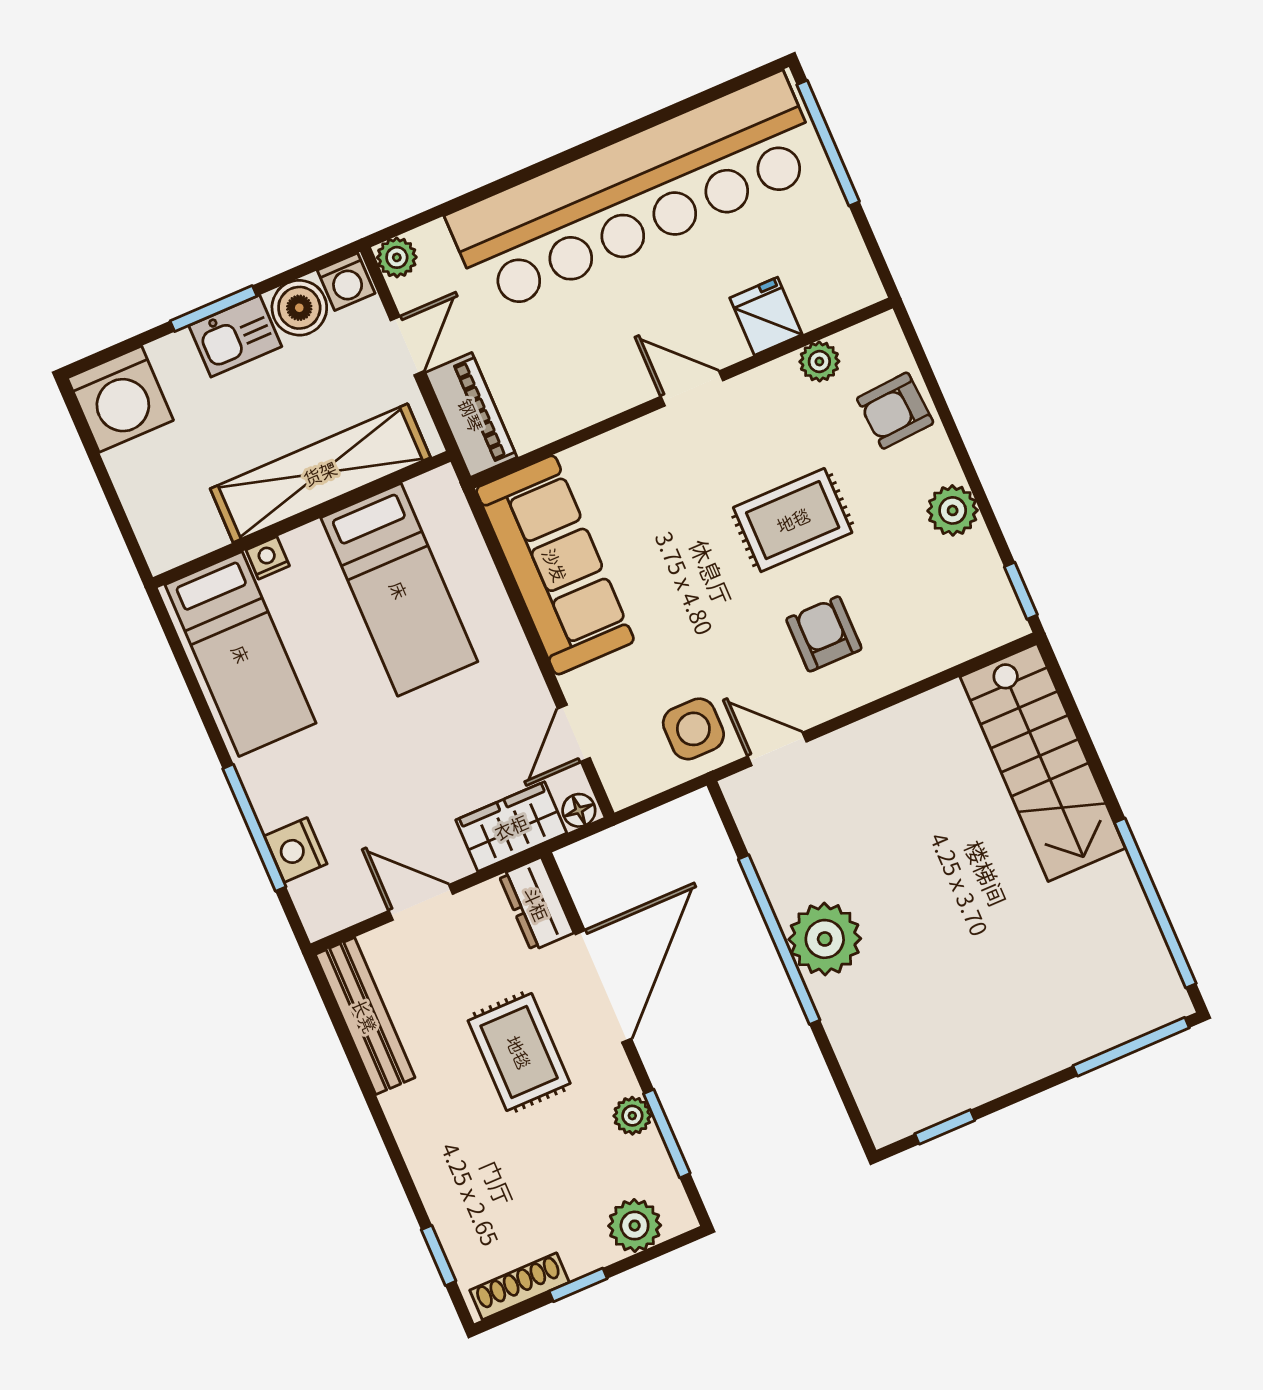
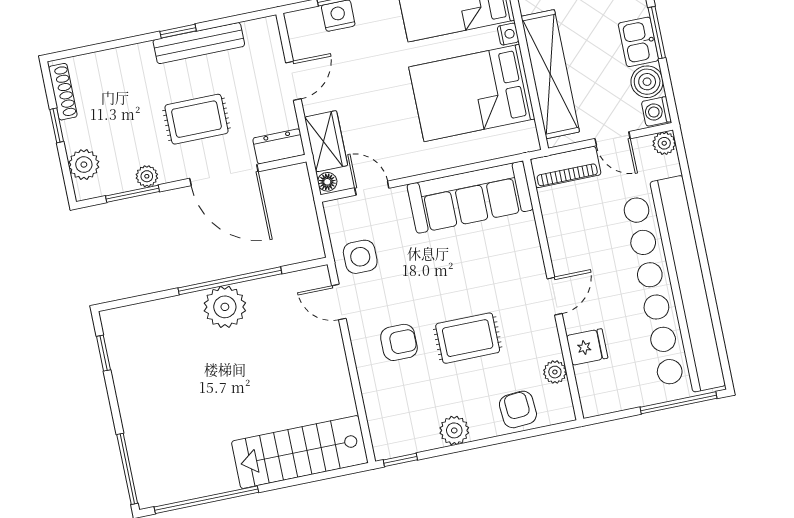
rug: (793, 520) -> (468, 338), turned 90
bed: (399, 590) -> (472, 93), width x1.50
door: (777, 749) -> (339, 302), swing flipped
bench: (365, 1016) -> (199, 43), moved
window: (439, 1255) -> (178, 31), moved

